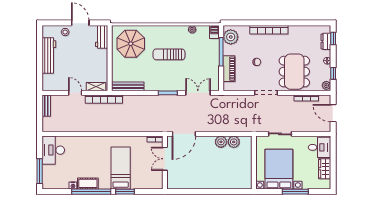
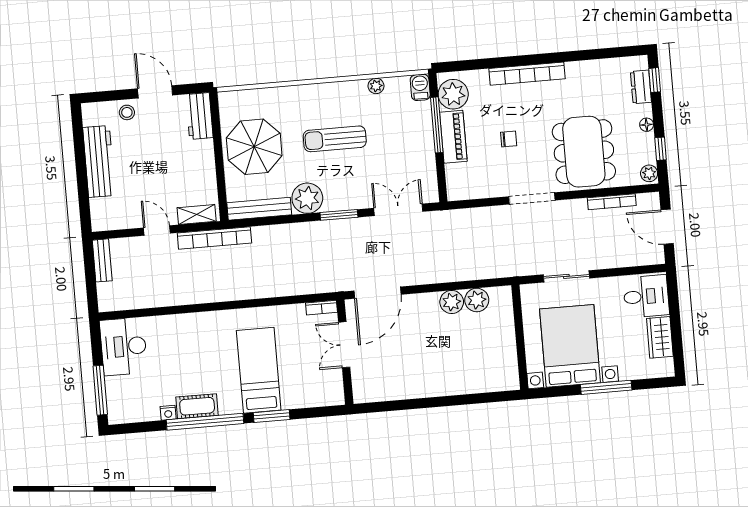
parasol: (131, 44) -> (254, 147), moved
piano: (229, 69) -> (453, 137), moved
plant: (153, 83) -> (307, 198), added

